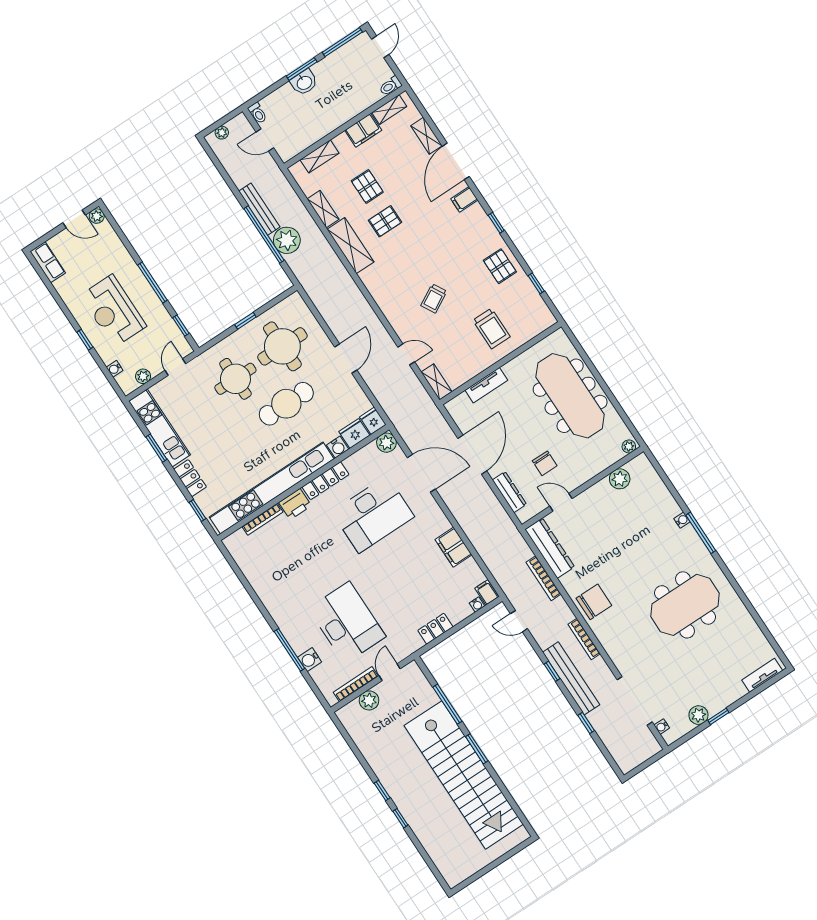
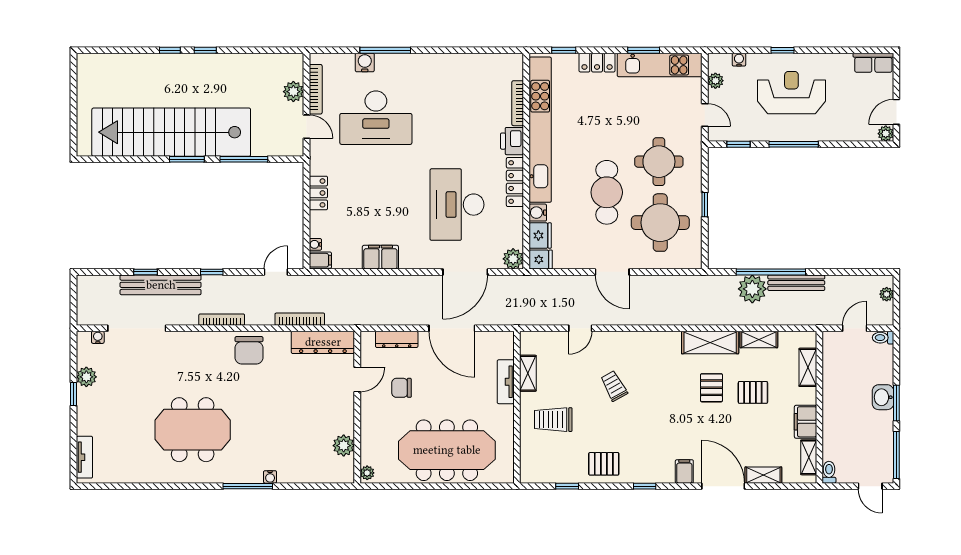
shelving: (437, 382) -> (528, 373), moved, turned 90
meeting table: (685, 605) -> (193, 430), turned 90
bench: (571, 678) -> (161, 285), moved

